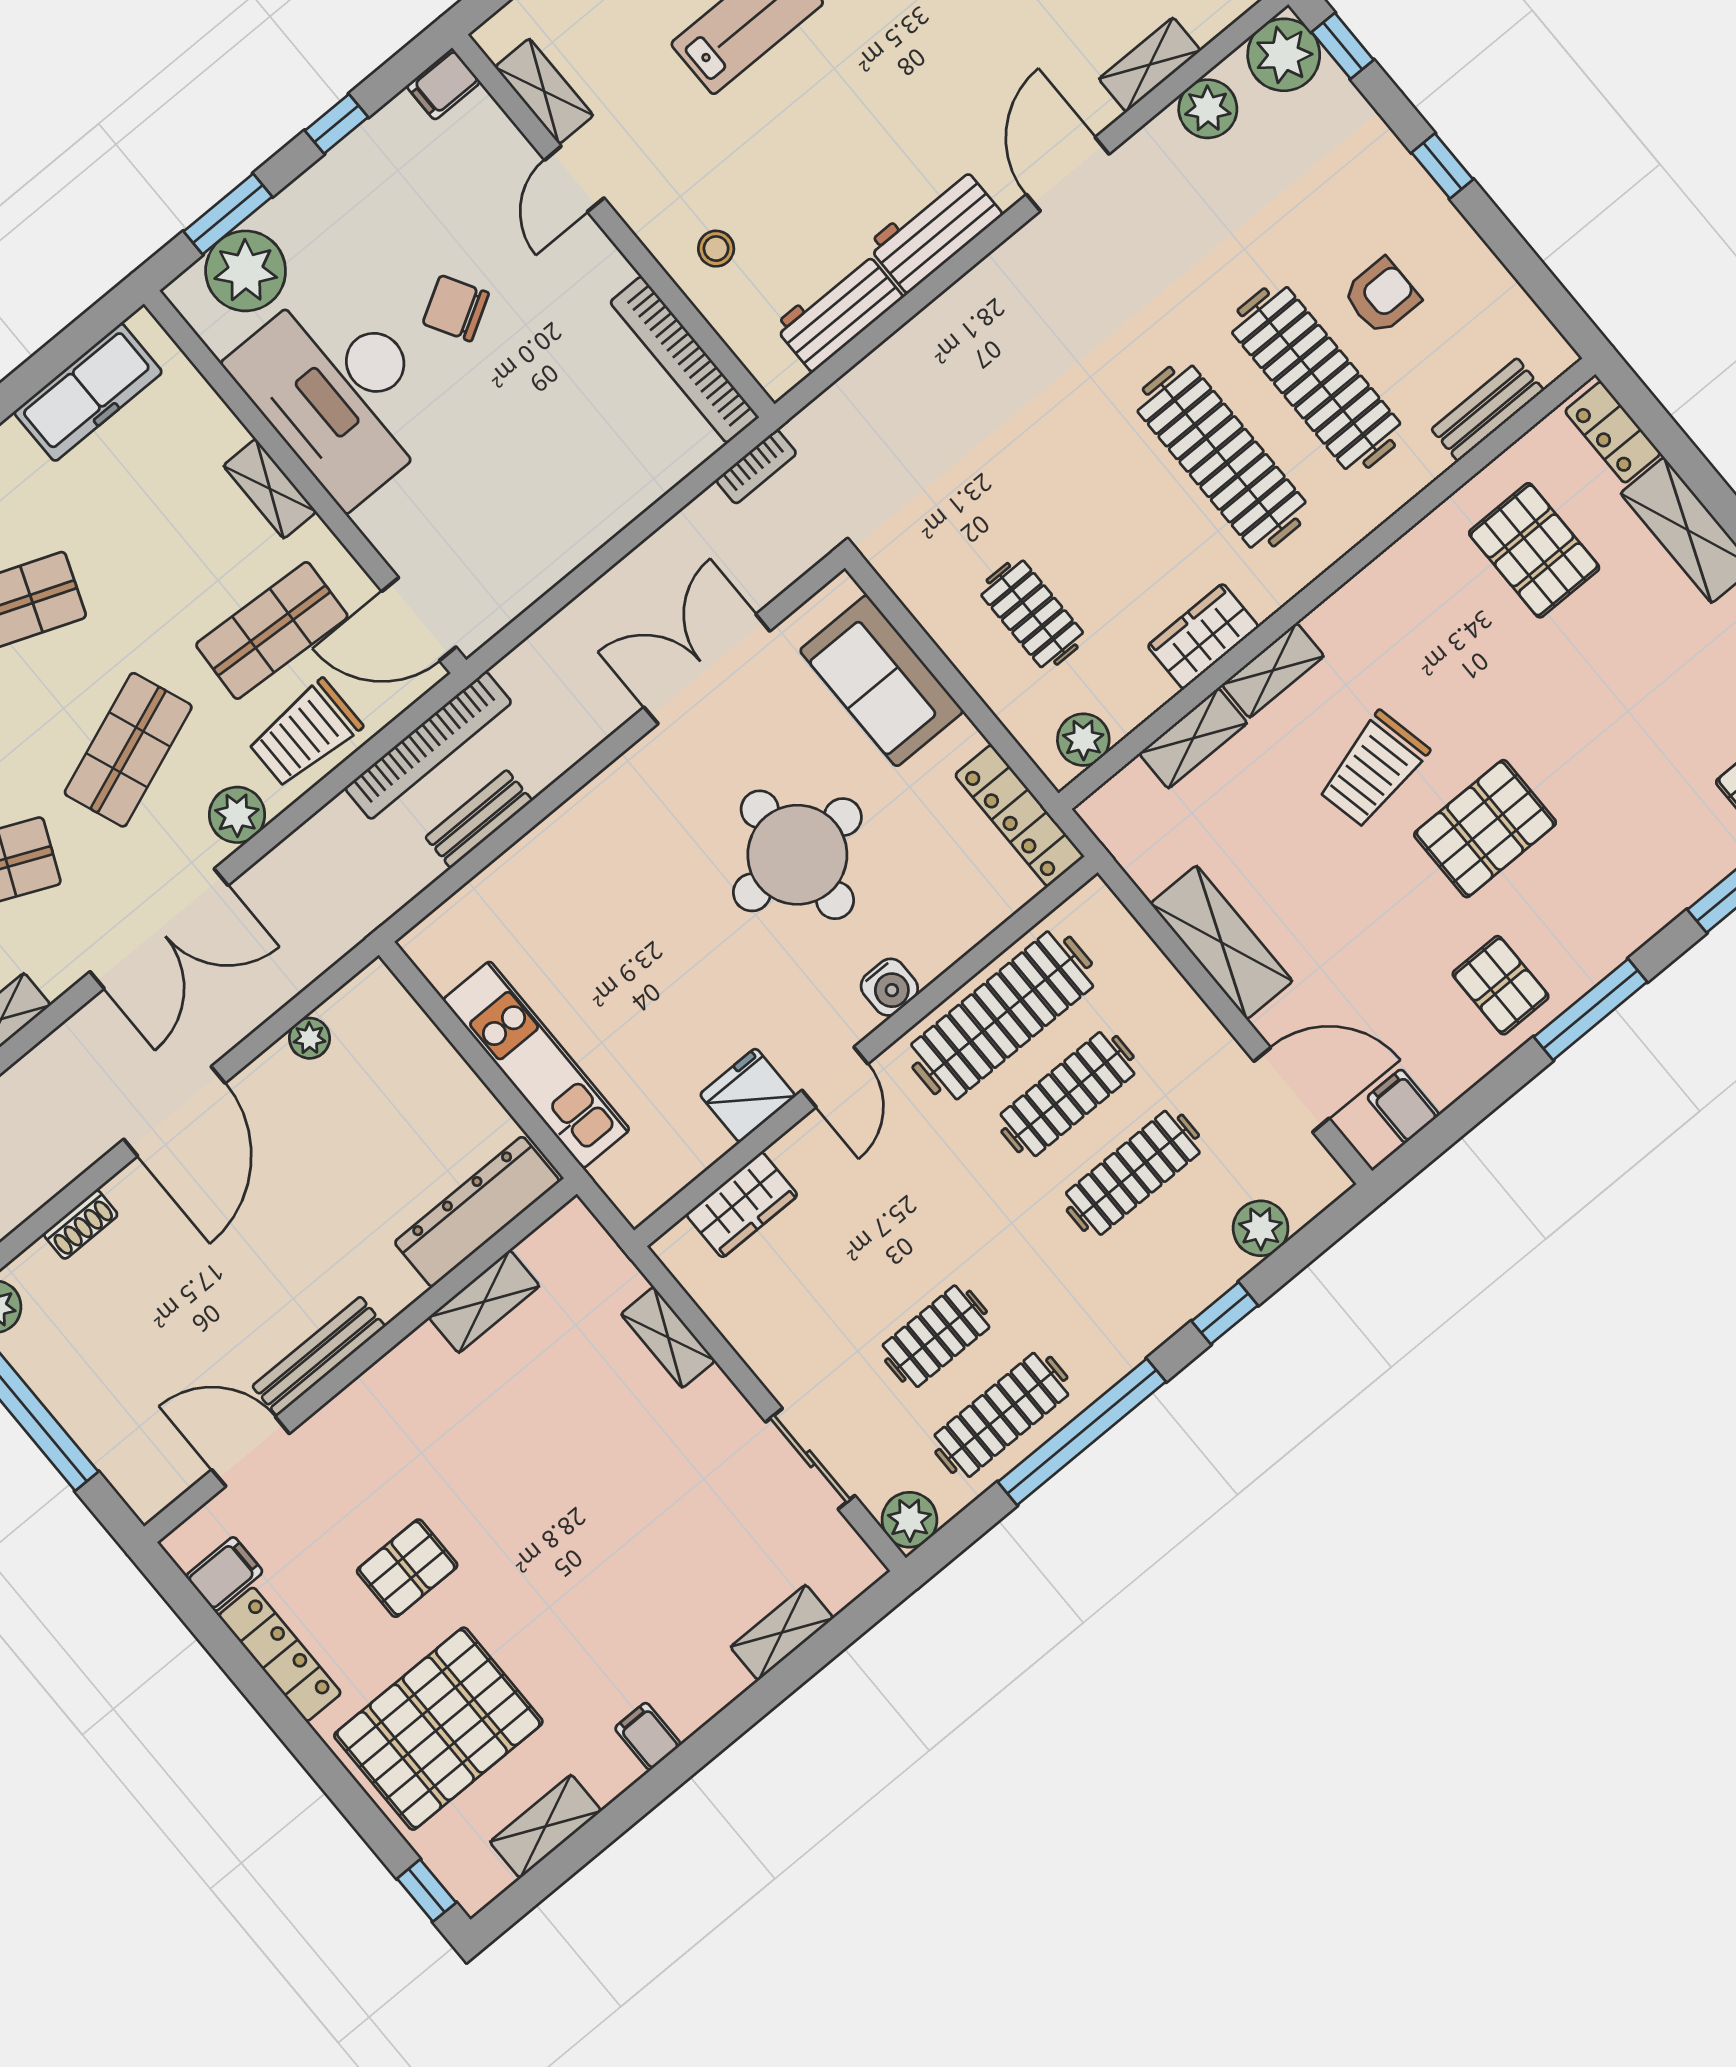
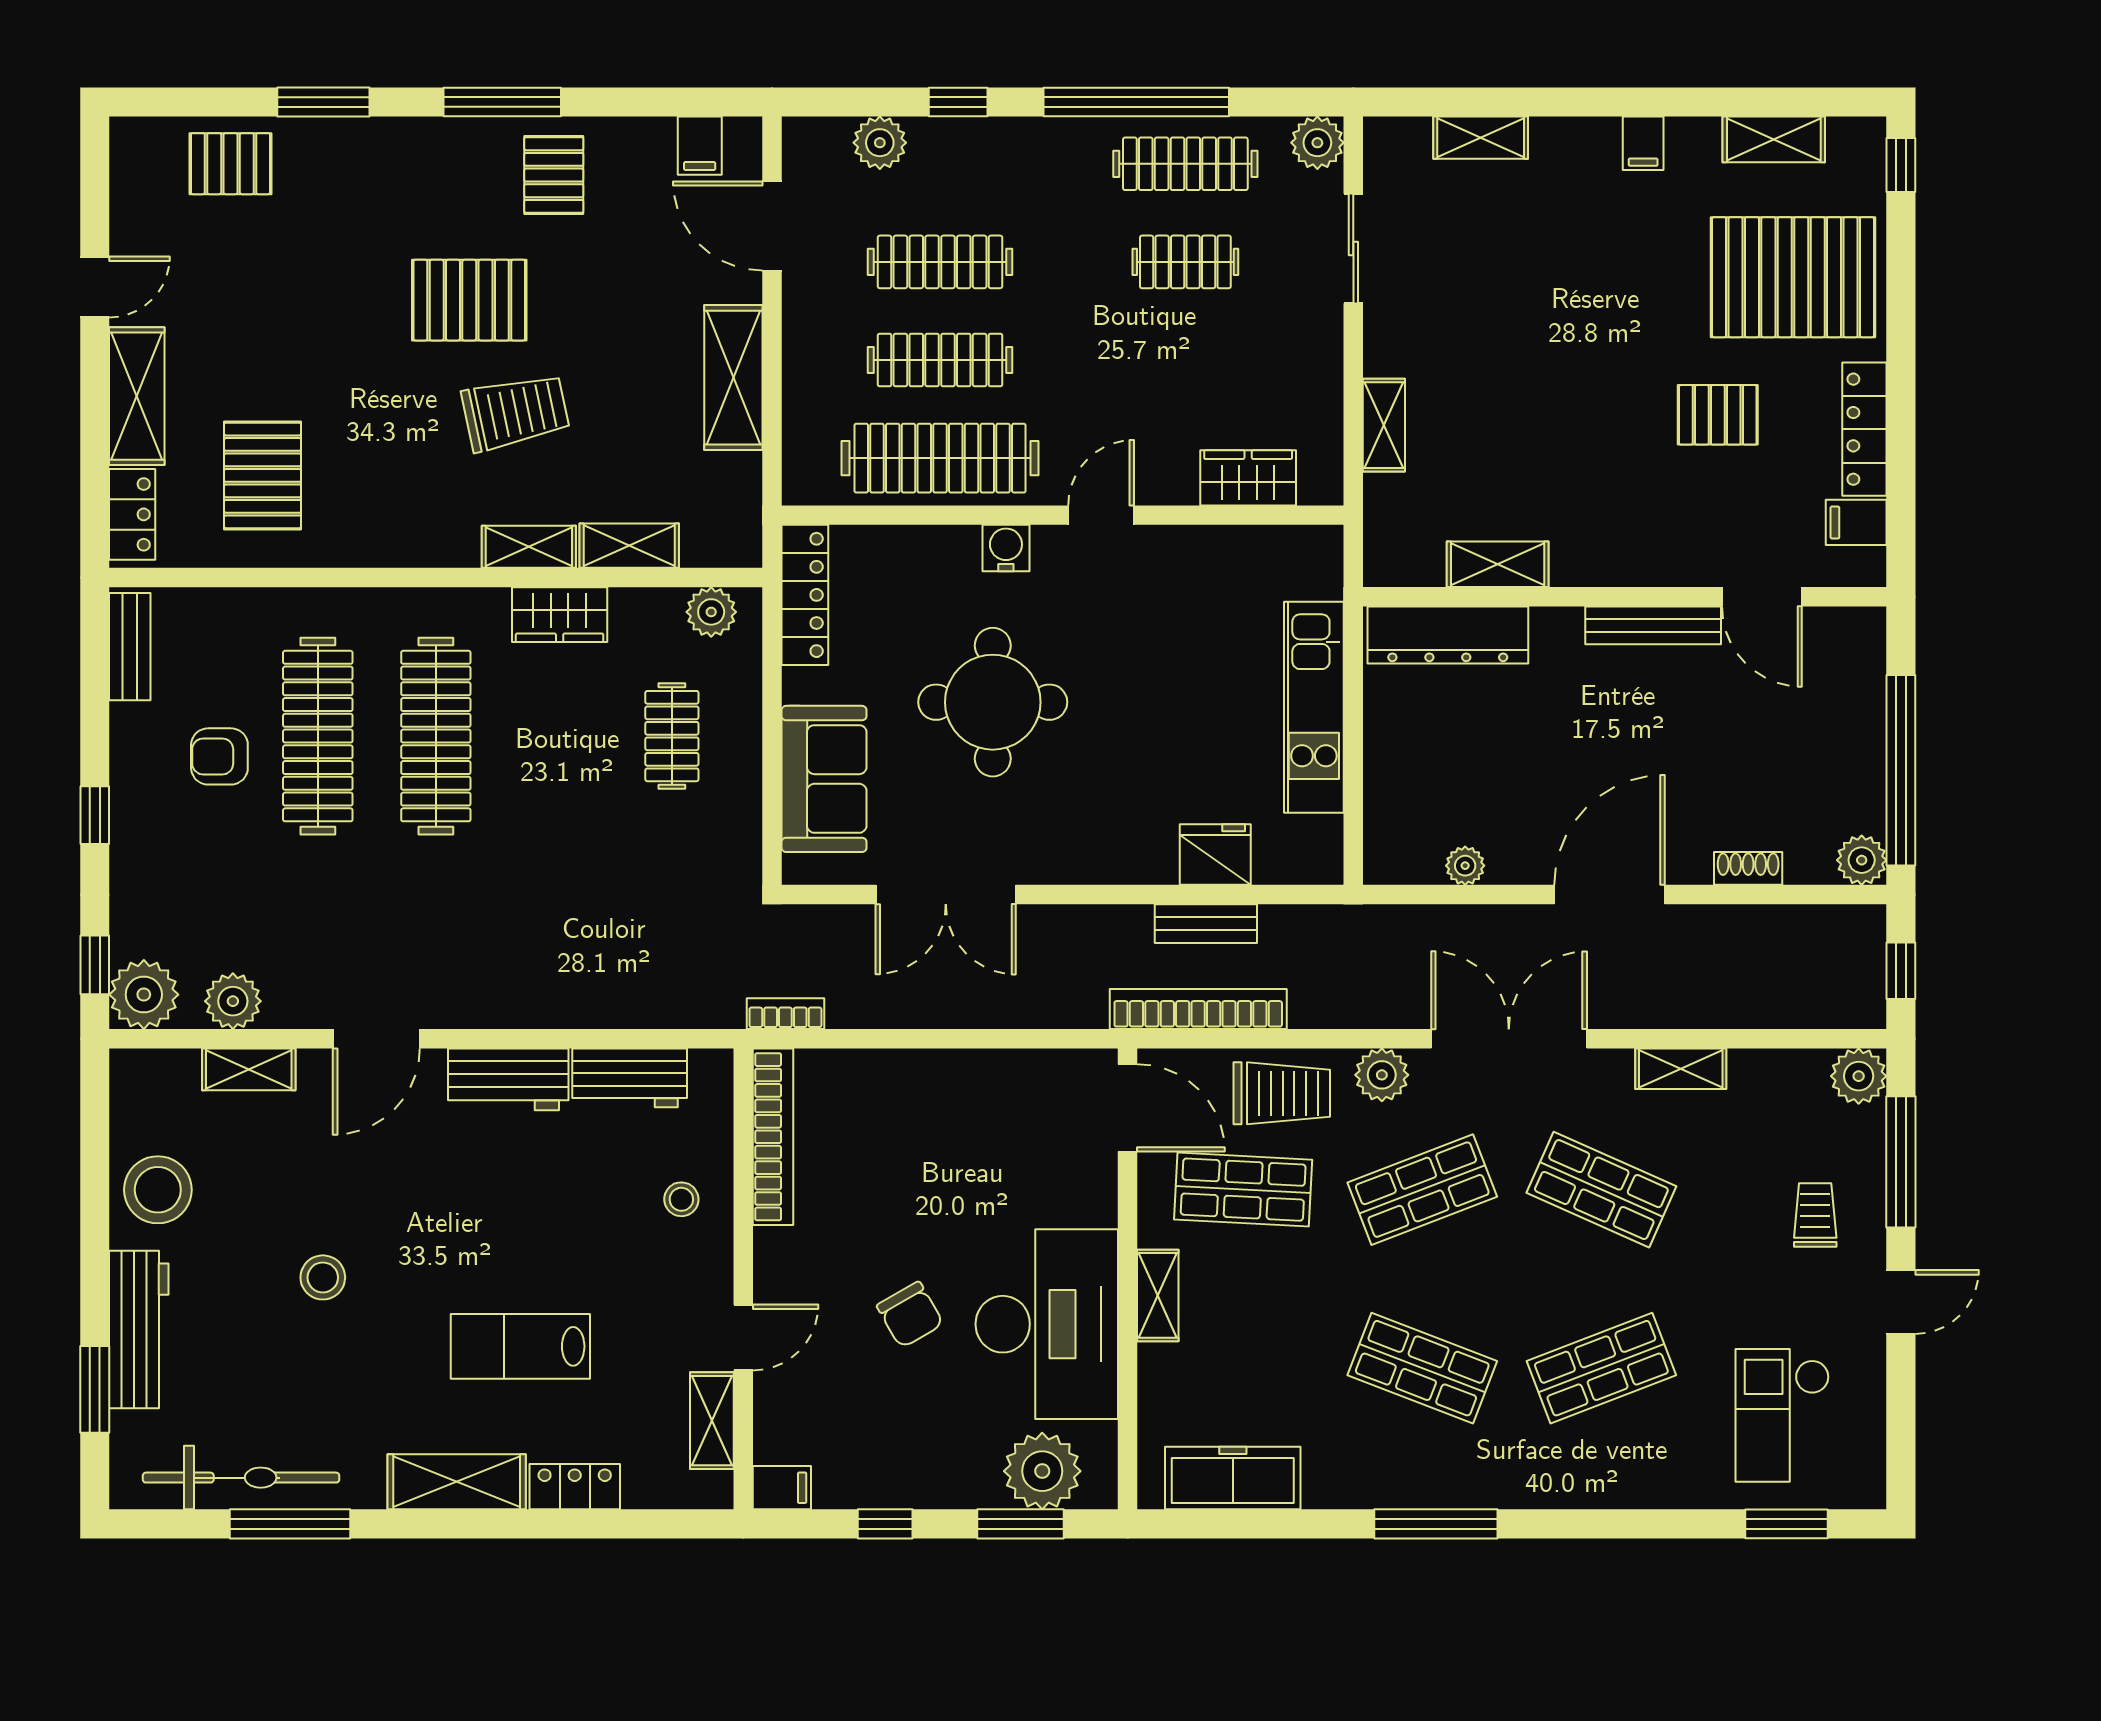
bench: (1488, 410) -> (130, 647), moved, turned 90
fridge: (748, 1095) -> (1215, 855), moved, turned 180

